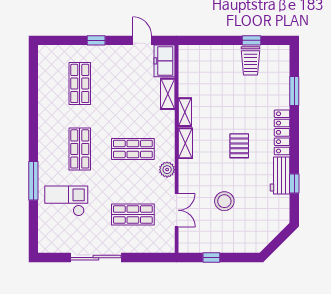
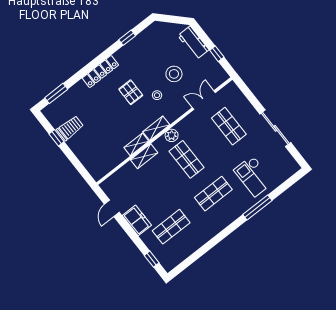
window: (96, 40) -> (152, 259), moved
freezer: (164, 61) -> (137, 220), moved, turned -90
window: (294, 91) -> (56, 93), moved
shelving: (168, 94) -> (144, 156), moved
pallet: (239, 146) -> (131, 92), turned 90
stool: (217, 169) -> (157, 95), added
plant: (167, 170) -> (172, 135), moved
workbench: (280, 176) -> (193, 43), moved, turned 90

